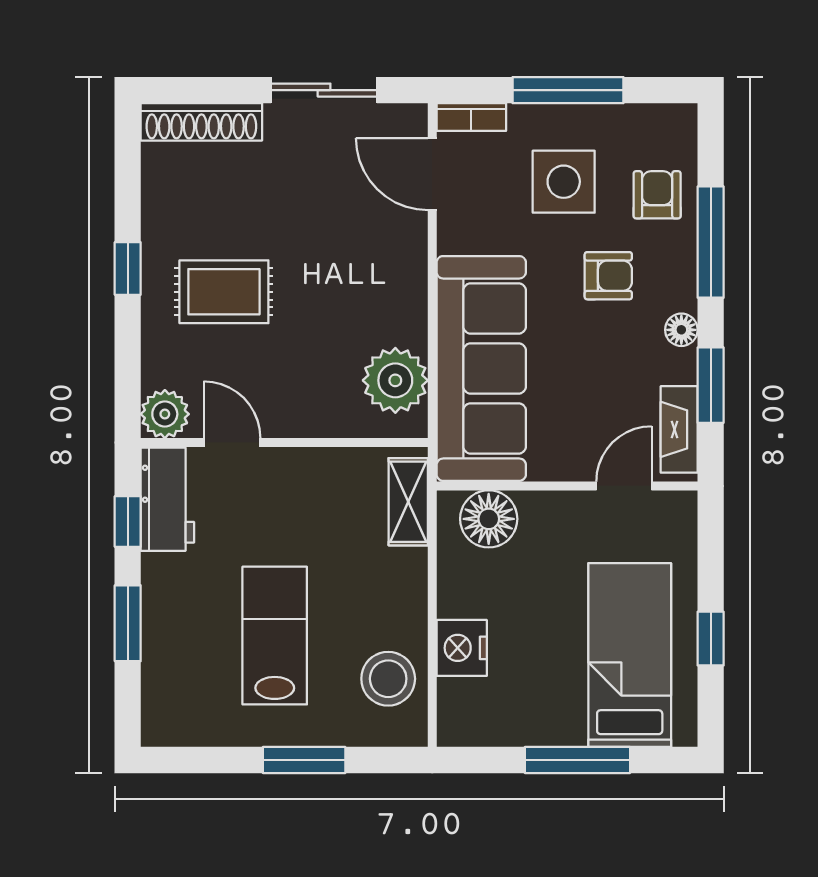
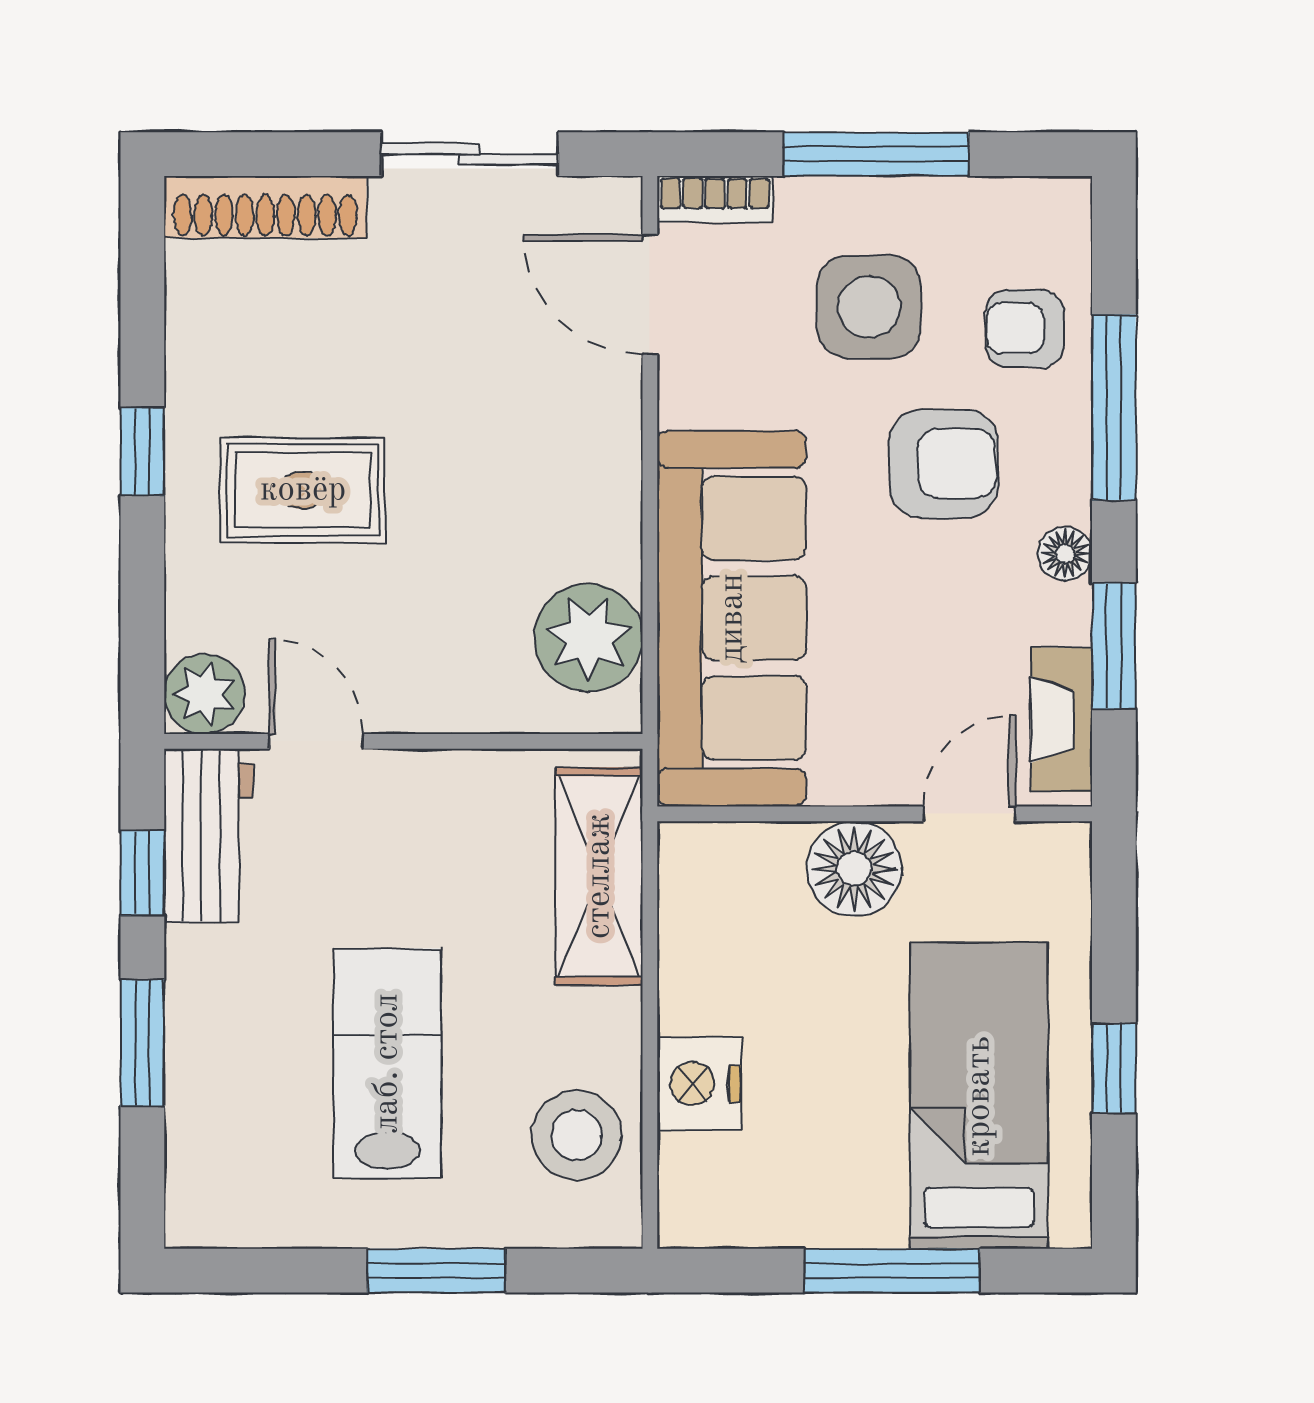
armchair: (657, 195) -> (1025, 329), turned -90
armchair: (608, 276) -> (943, 463), width x1.38, depth x1.38
shelving: (408, 502) -> (599, 876), width x1.50, depth x1.33
floor lamp: (489, 519) -> (854, 869), moved

